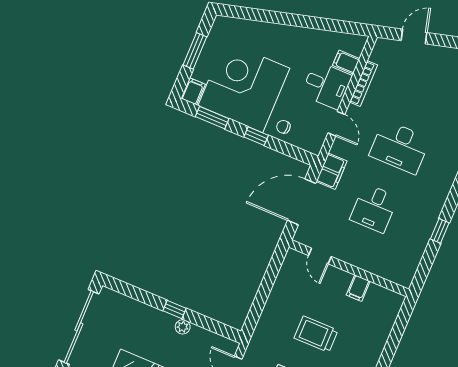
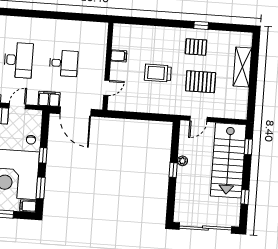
window: (440, 231) -> (64, 16), removed
trolley: (316, 334) -> (158, 73), turned 90

